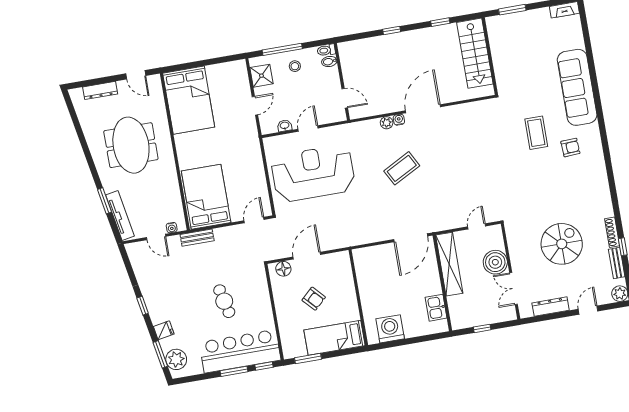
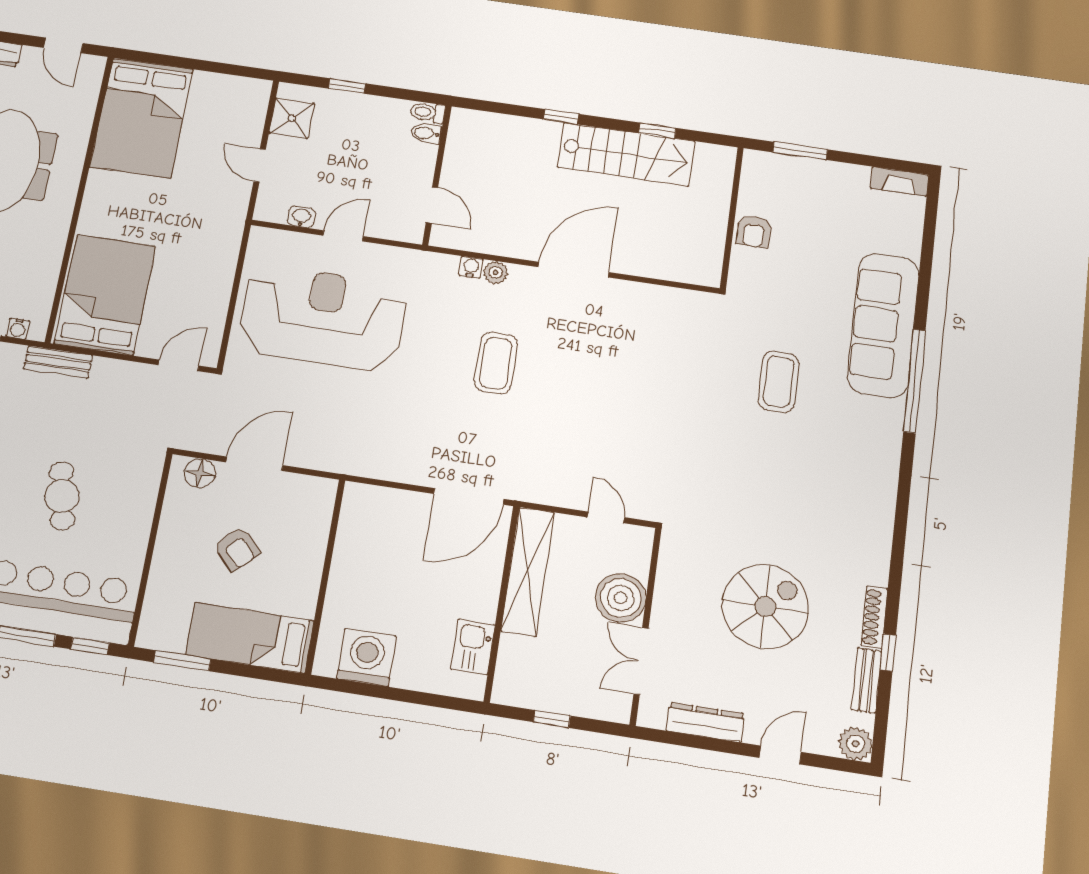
window: (282, 49) -> (347, 86), width x0.46
stairs: (475, 53) -> (626, 154), moved, turned -90
stool: (295, 66) -> (359, 121), removed
door: (255, 106) -> (260, 165), swing flipped
window: (599, 111) -> (915, 381), added
water cooler: (399, 120) -> (471, 267), moved
armchair: (570, 147) -> (754, 231), moved, turned 93
coffee table: (402, 168) -> (496, 363), turned -62
door: (477, 226) -> (606, 517), hinge flipped

